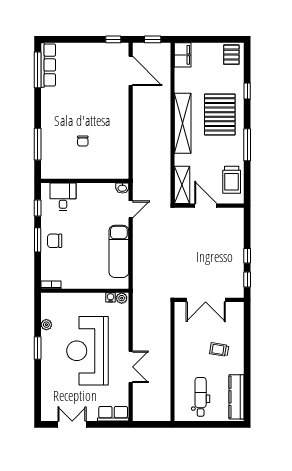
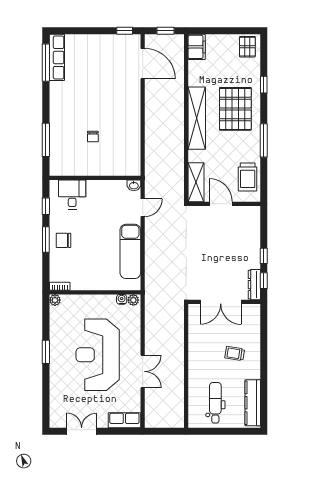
dresser: (238, 283) -> (254, 285), added
plant: (46, 325) -> (55, 300), moved

